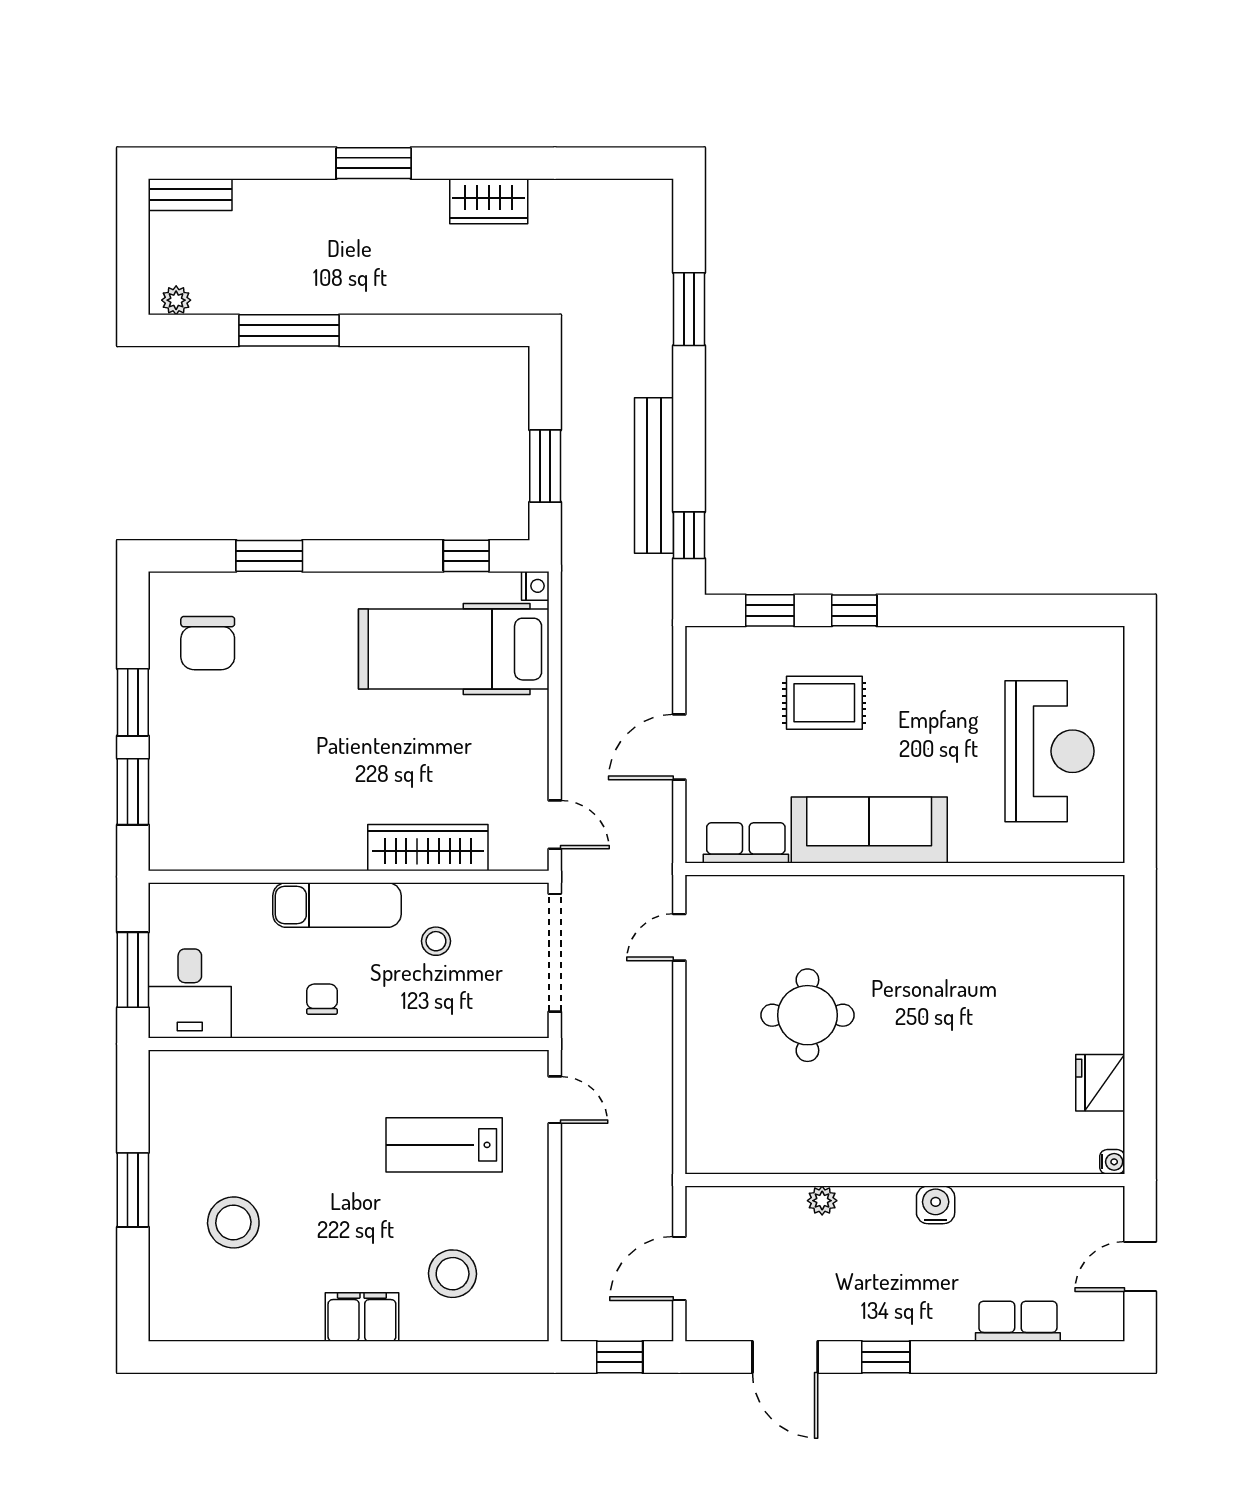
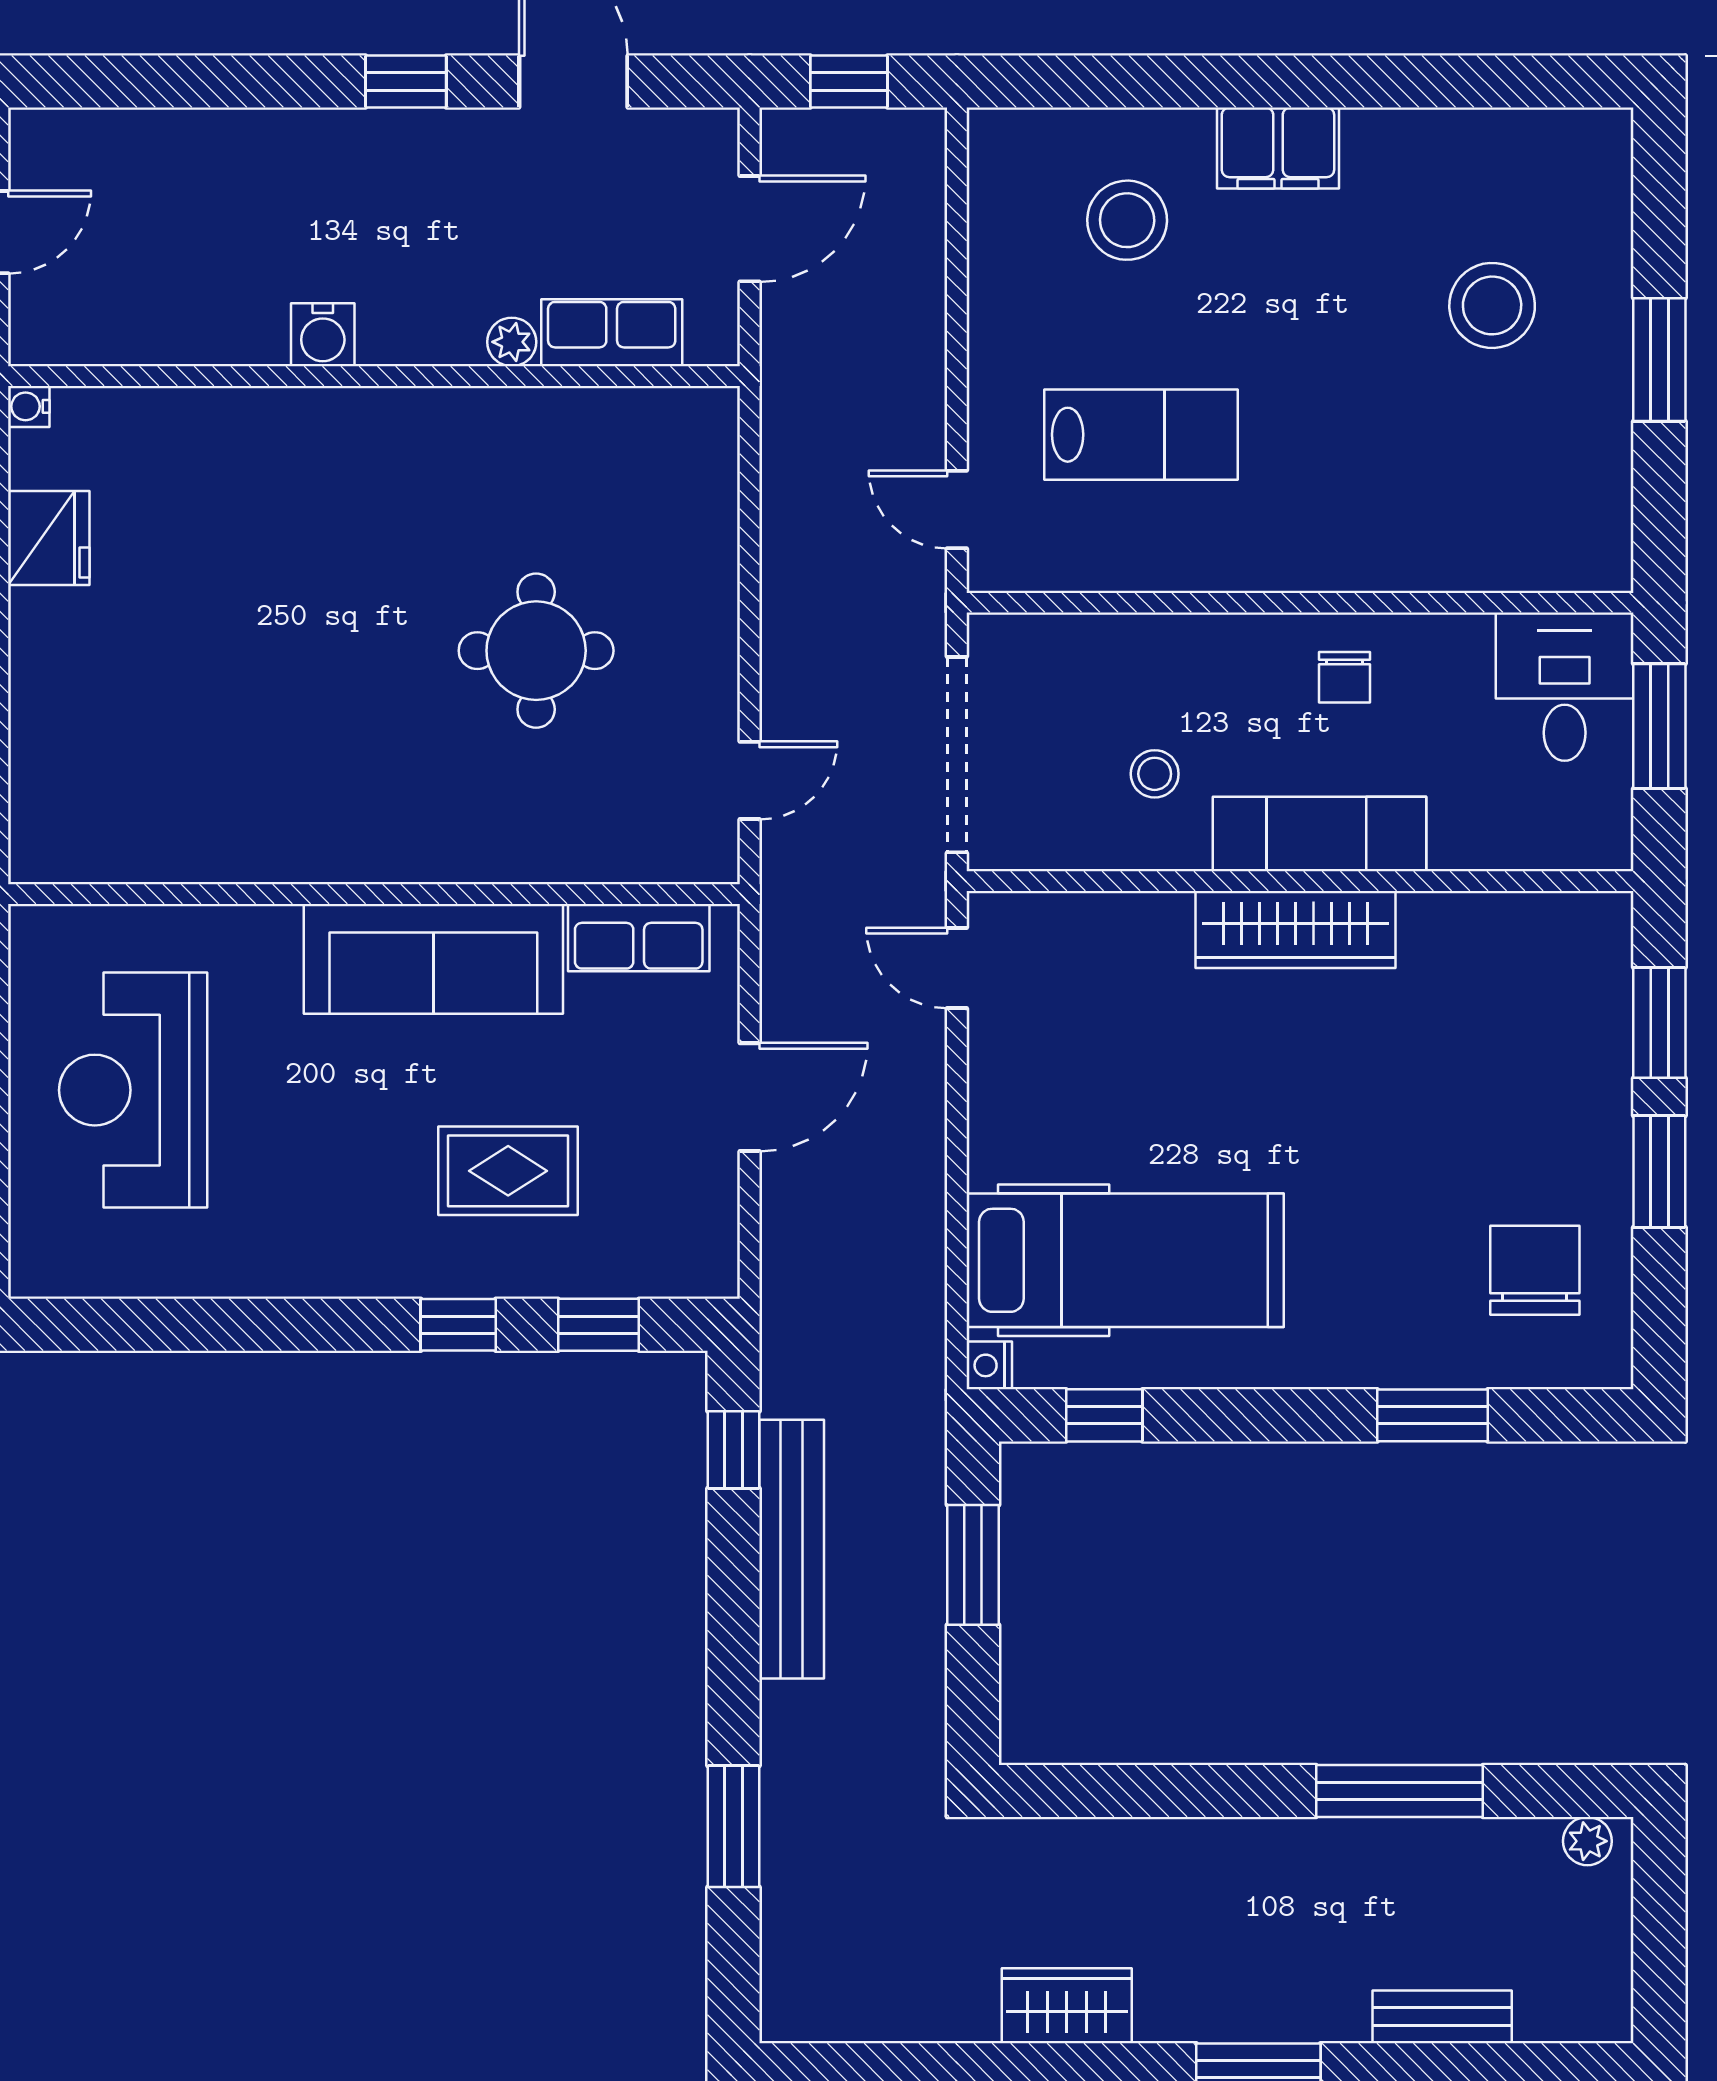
bench: (190, 195) -> (1442, 2017), moved
wardrobe: (428, 848) -> (1295, 929), moved
row of seats: (1018, 1321) -> (612, 333), moved, turned 180

